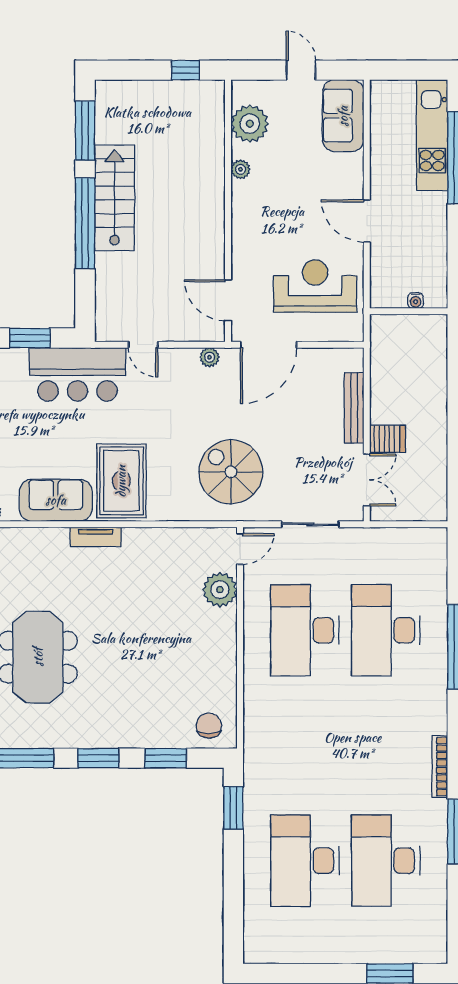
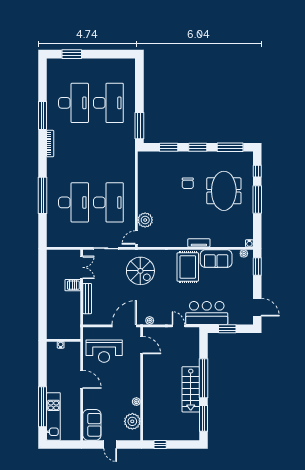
double door: (367, 480) -> (82, 267), swing flipped
chair: (209, 726) -> (188, 183), moved
window: (233, 808) -> (139, 126), width x1.44

